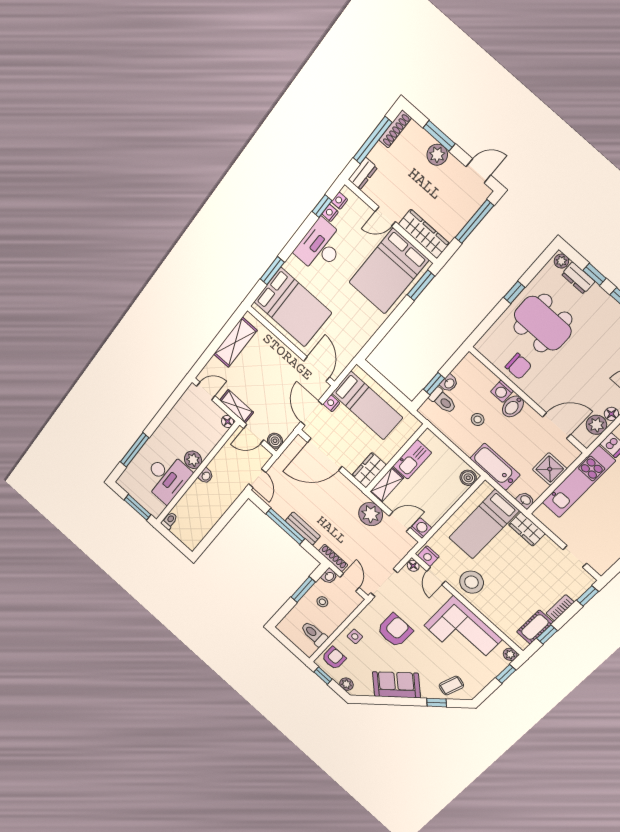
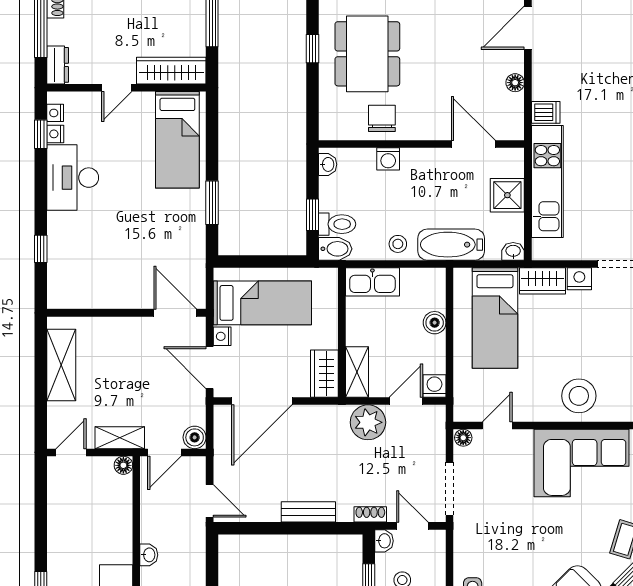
window: (272, 271) -> (41, 249), width x0.67
bed: (389, 271) -> (177, 140), width x0.67
window: (421, 285) -> (212, 203), moved
bed: (293, 307) -> (95, 269), removed
dining table: (543, 323) -> (367, 54), turned 90
chair: (518, 366) -> (382, 118), turned -90
washbasin: (449, 383) -> (328, 164), moved
bidet: (513, 406) -> (335, 249), moved, turned -90
stool: (478, 419) -> (398, 244), moved
plant: (596, 425) -> (511, 107), removed
door: (557, 426) -> (473, 144), hinge flipped
kitchen sink: (412, 459) -> (372, 282), moved, turned 90
plant: (193, 460) -> (119, 549), removed
boiler: (468, 478) -> (435, 323), moved
window: (285, 526) -> (287, 528), removed
nightstand: (428, 556) -> (579, 279), moved, turned 180
shoe rack: (333, 558) -> (370, 514), width x0.70
door: (436, 576) -> (497, 426), swing flipped
stool: (472, 582) -> (579, 396), moved
armchair: (395, 630) -> (509, 534), removed

